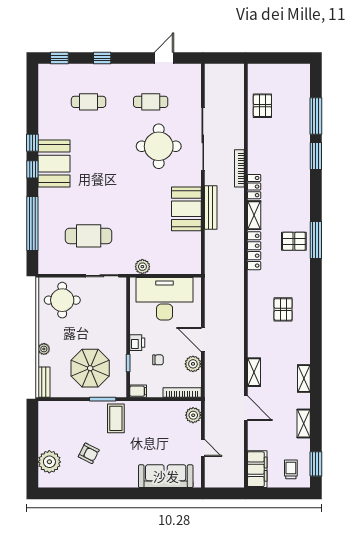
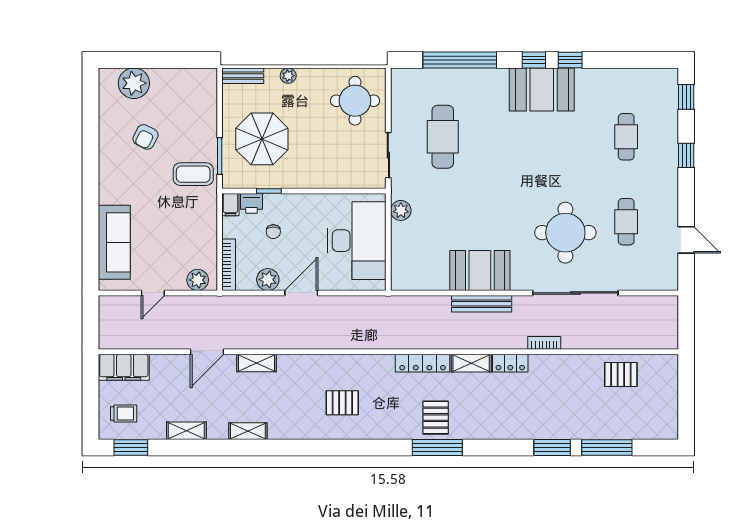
bookcase: (239, 168) -> (544, 343), width x0.64
printer: (137, 343) -> (252, 203), moved

